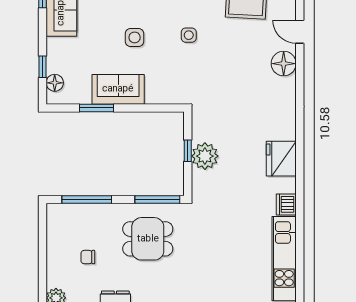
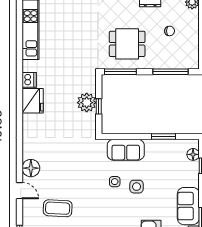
side table: (189, 35) -> (115, 182), moved
sofa: (118, 89) -> (126, 150), moved
dishwasher: (286, 204) -> (29, 80), moved

